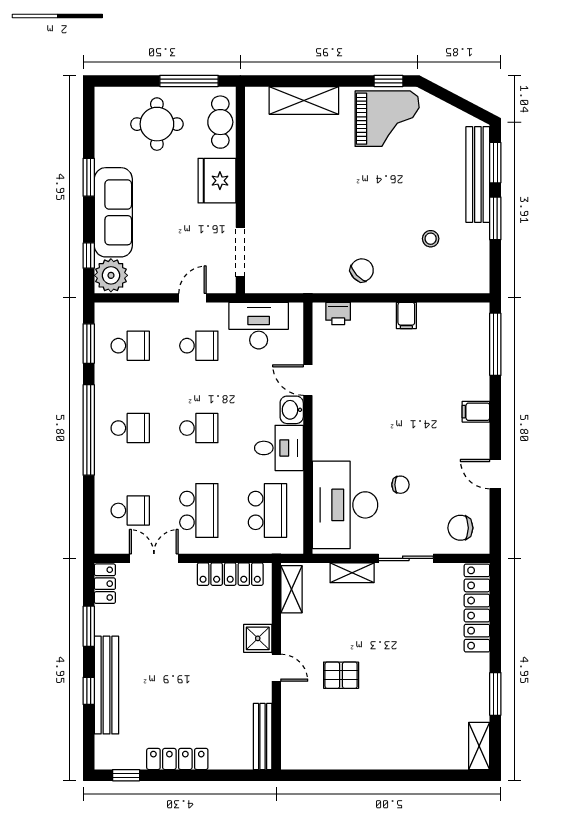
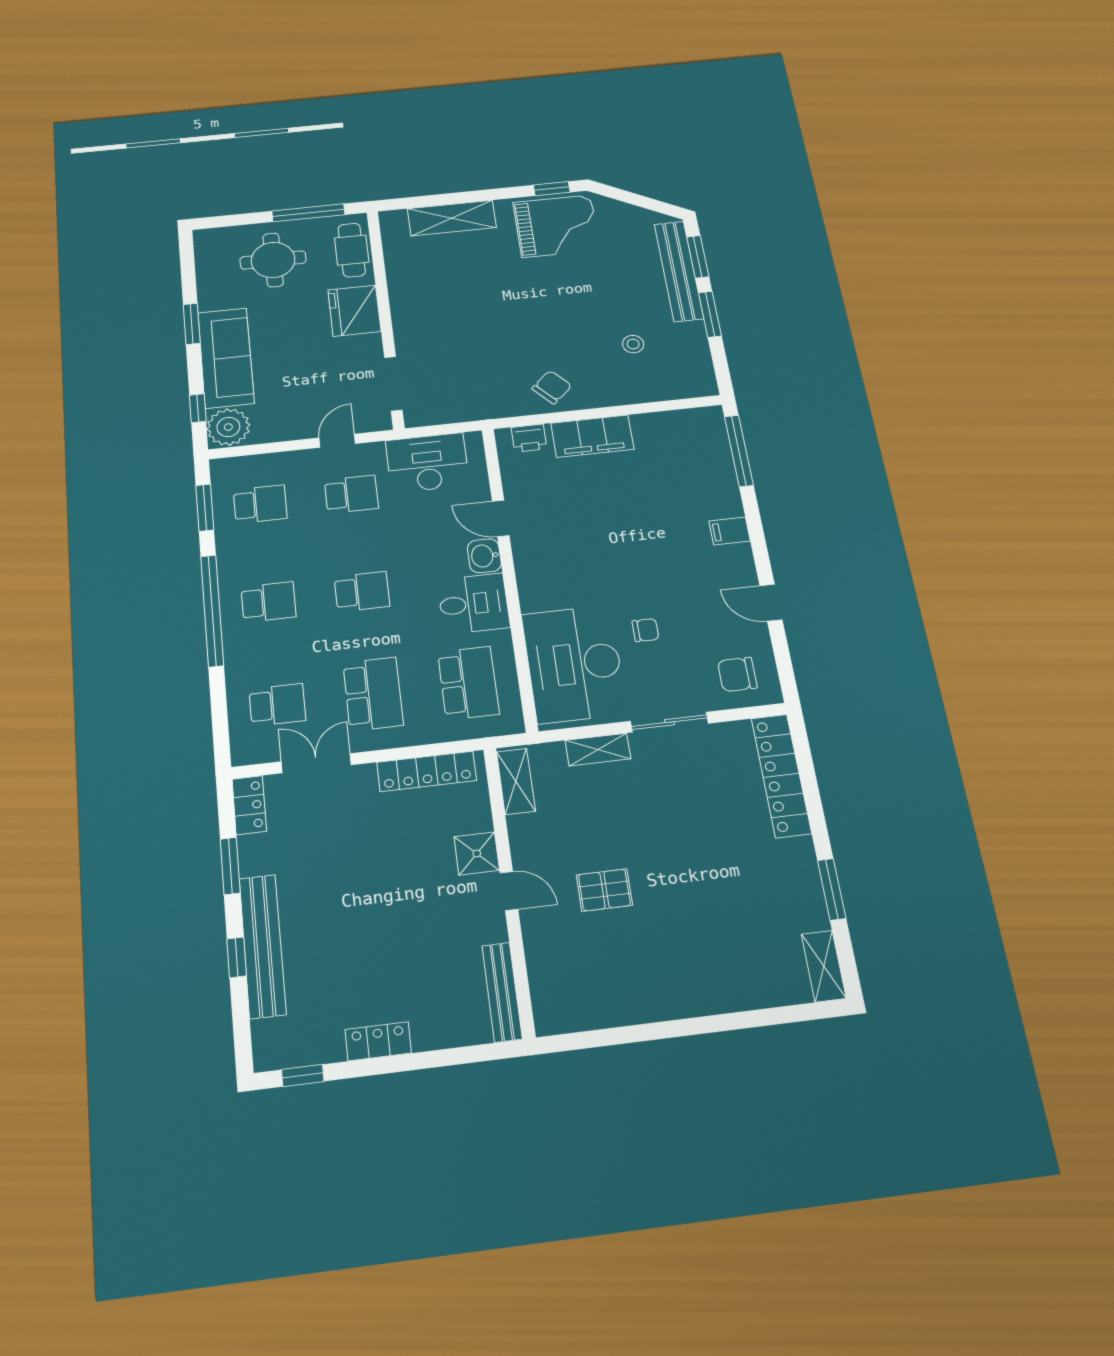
filing cabinet: (406, 315) -> (592, 436), width x3.00, depth x1.17
locker: (177, 759) -> (378, 1041), width x0.66

